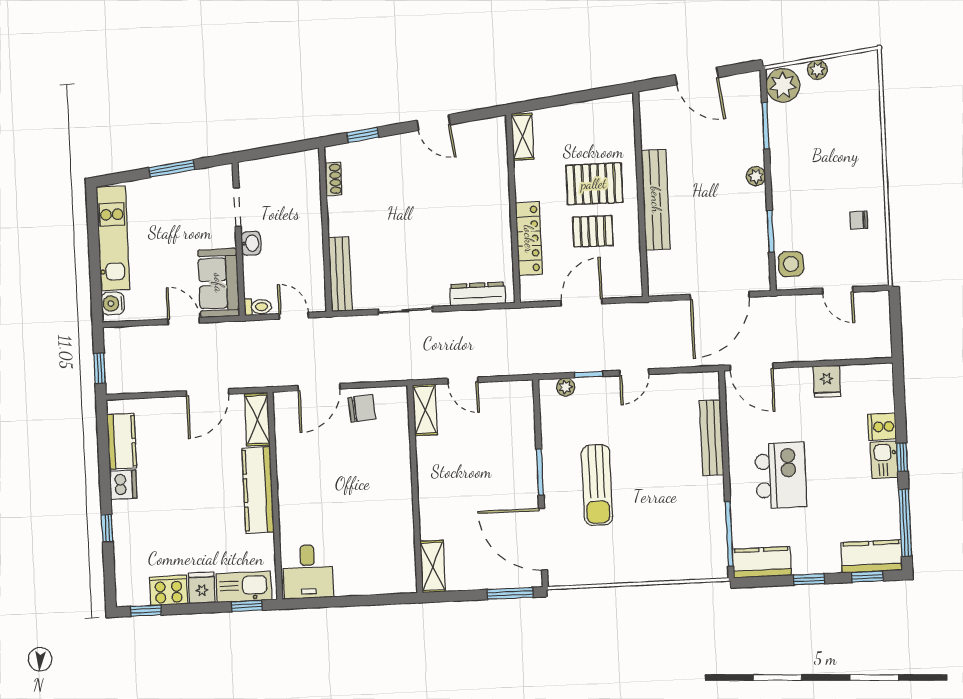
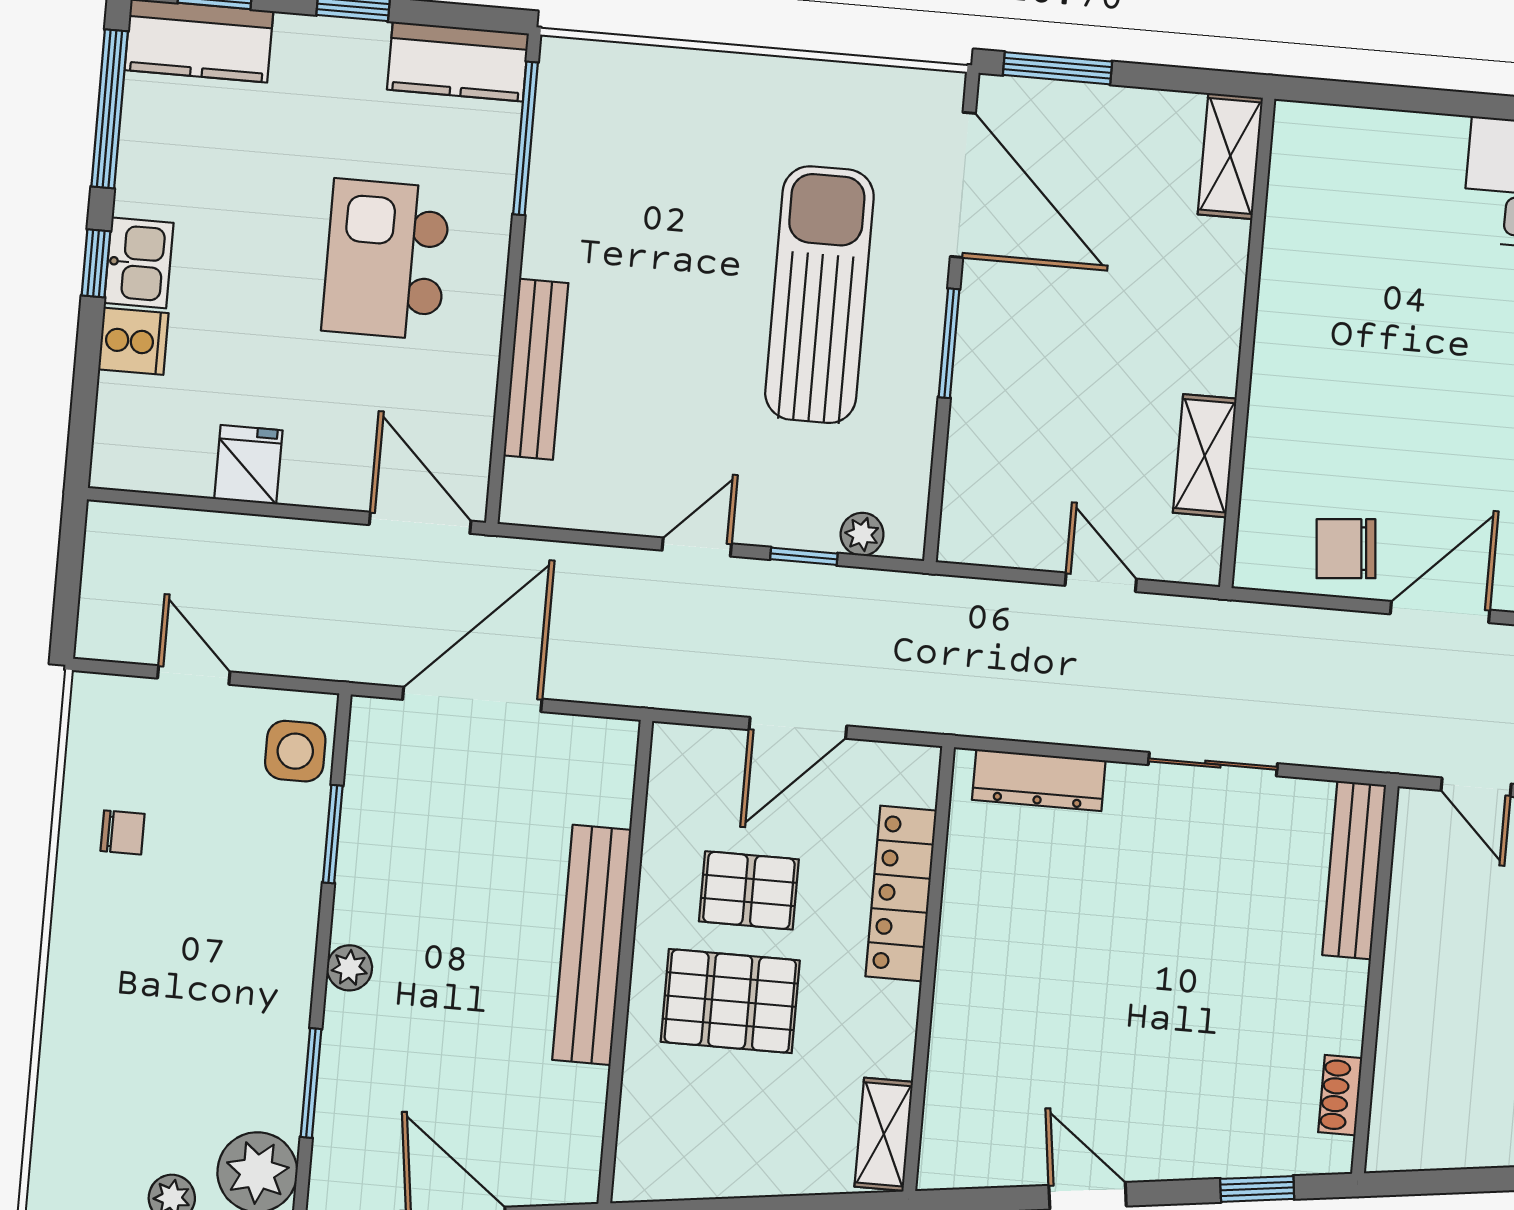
shelving: (425, 410) -> (1205, 456), moved
sun lounger: (597, 485) -> (819, 295), width x1.36, depth x1.34

